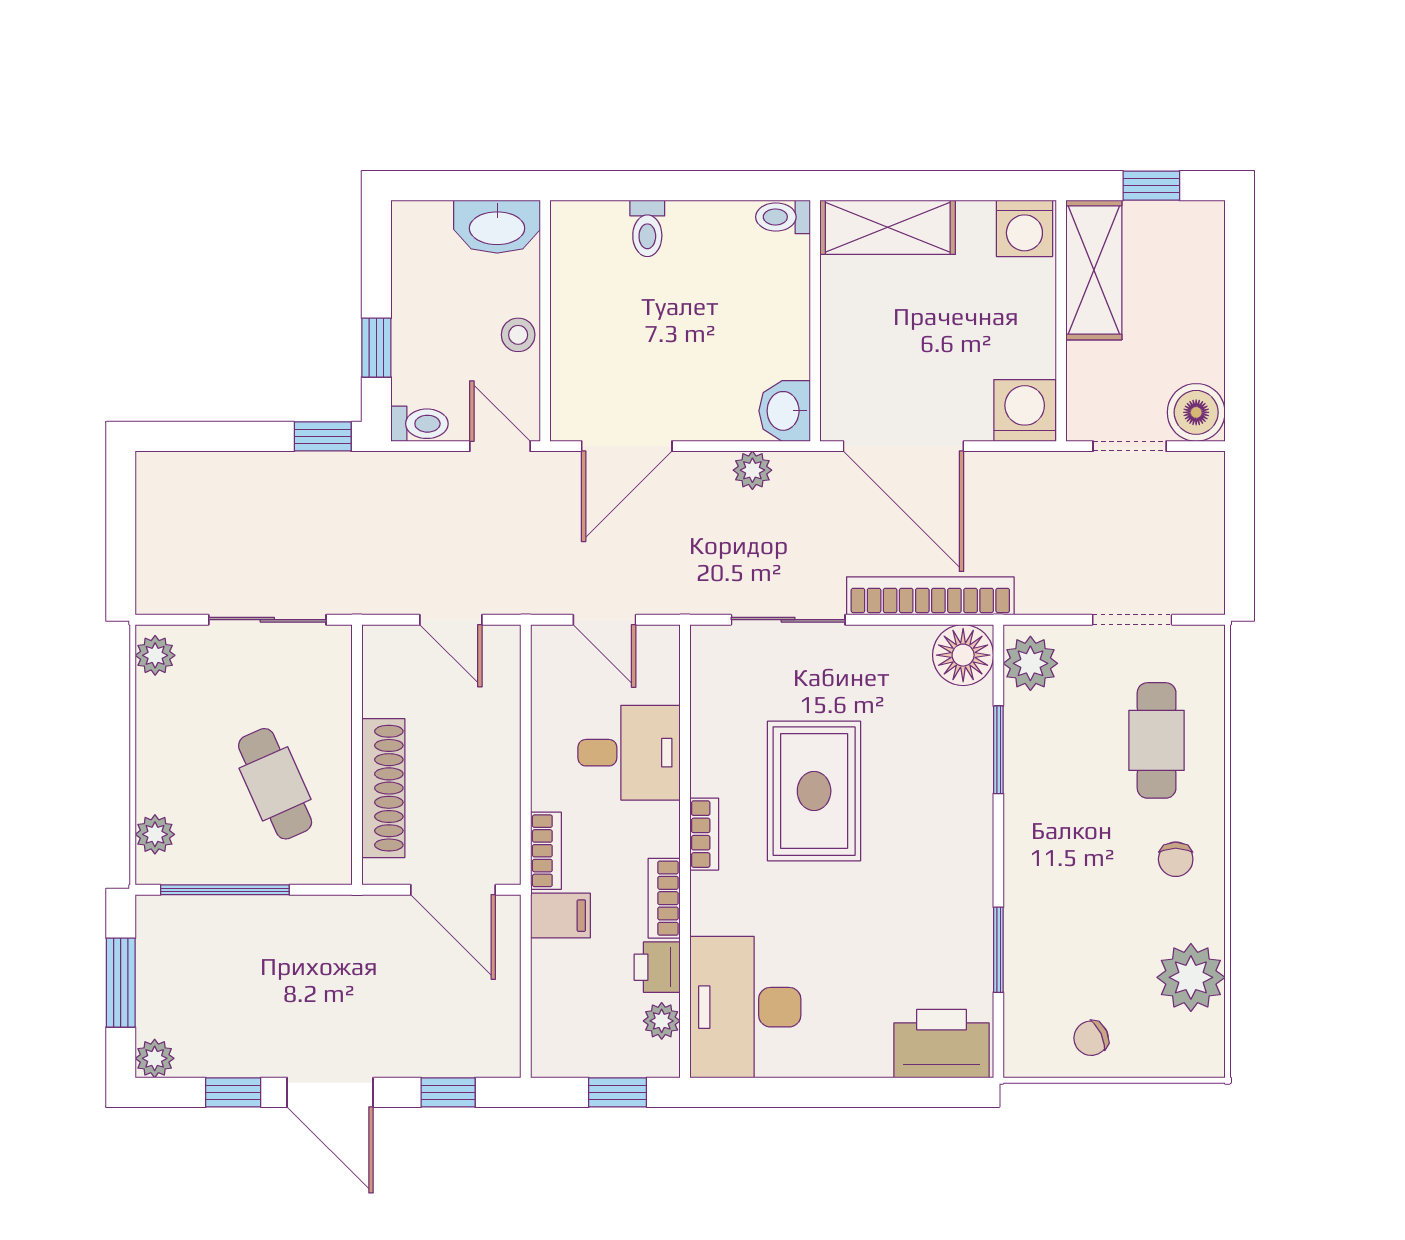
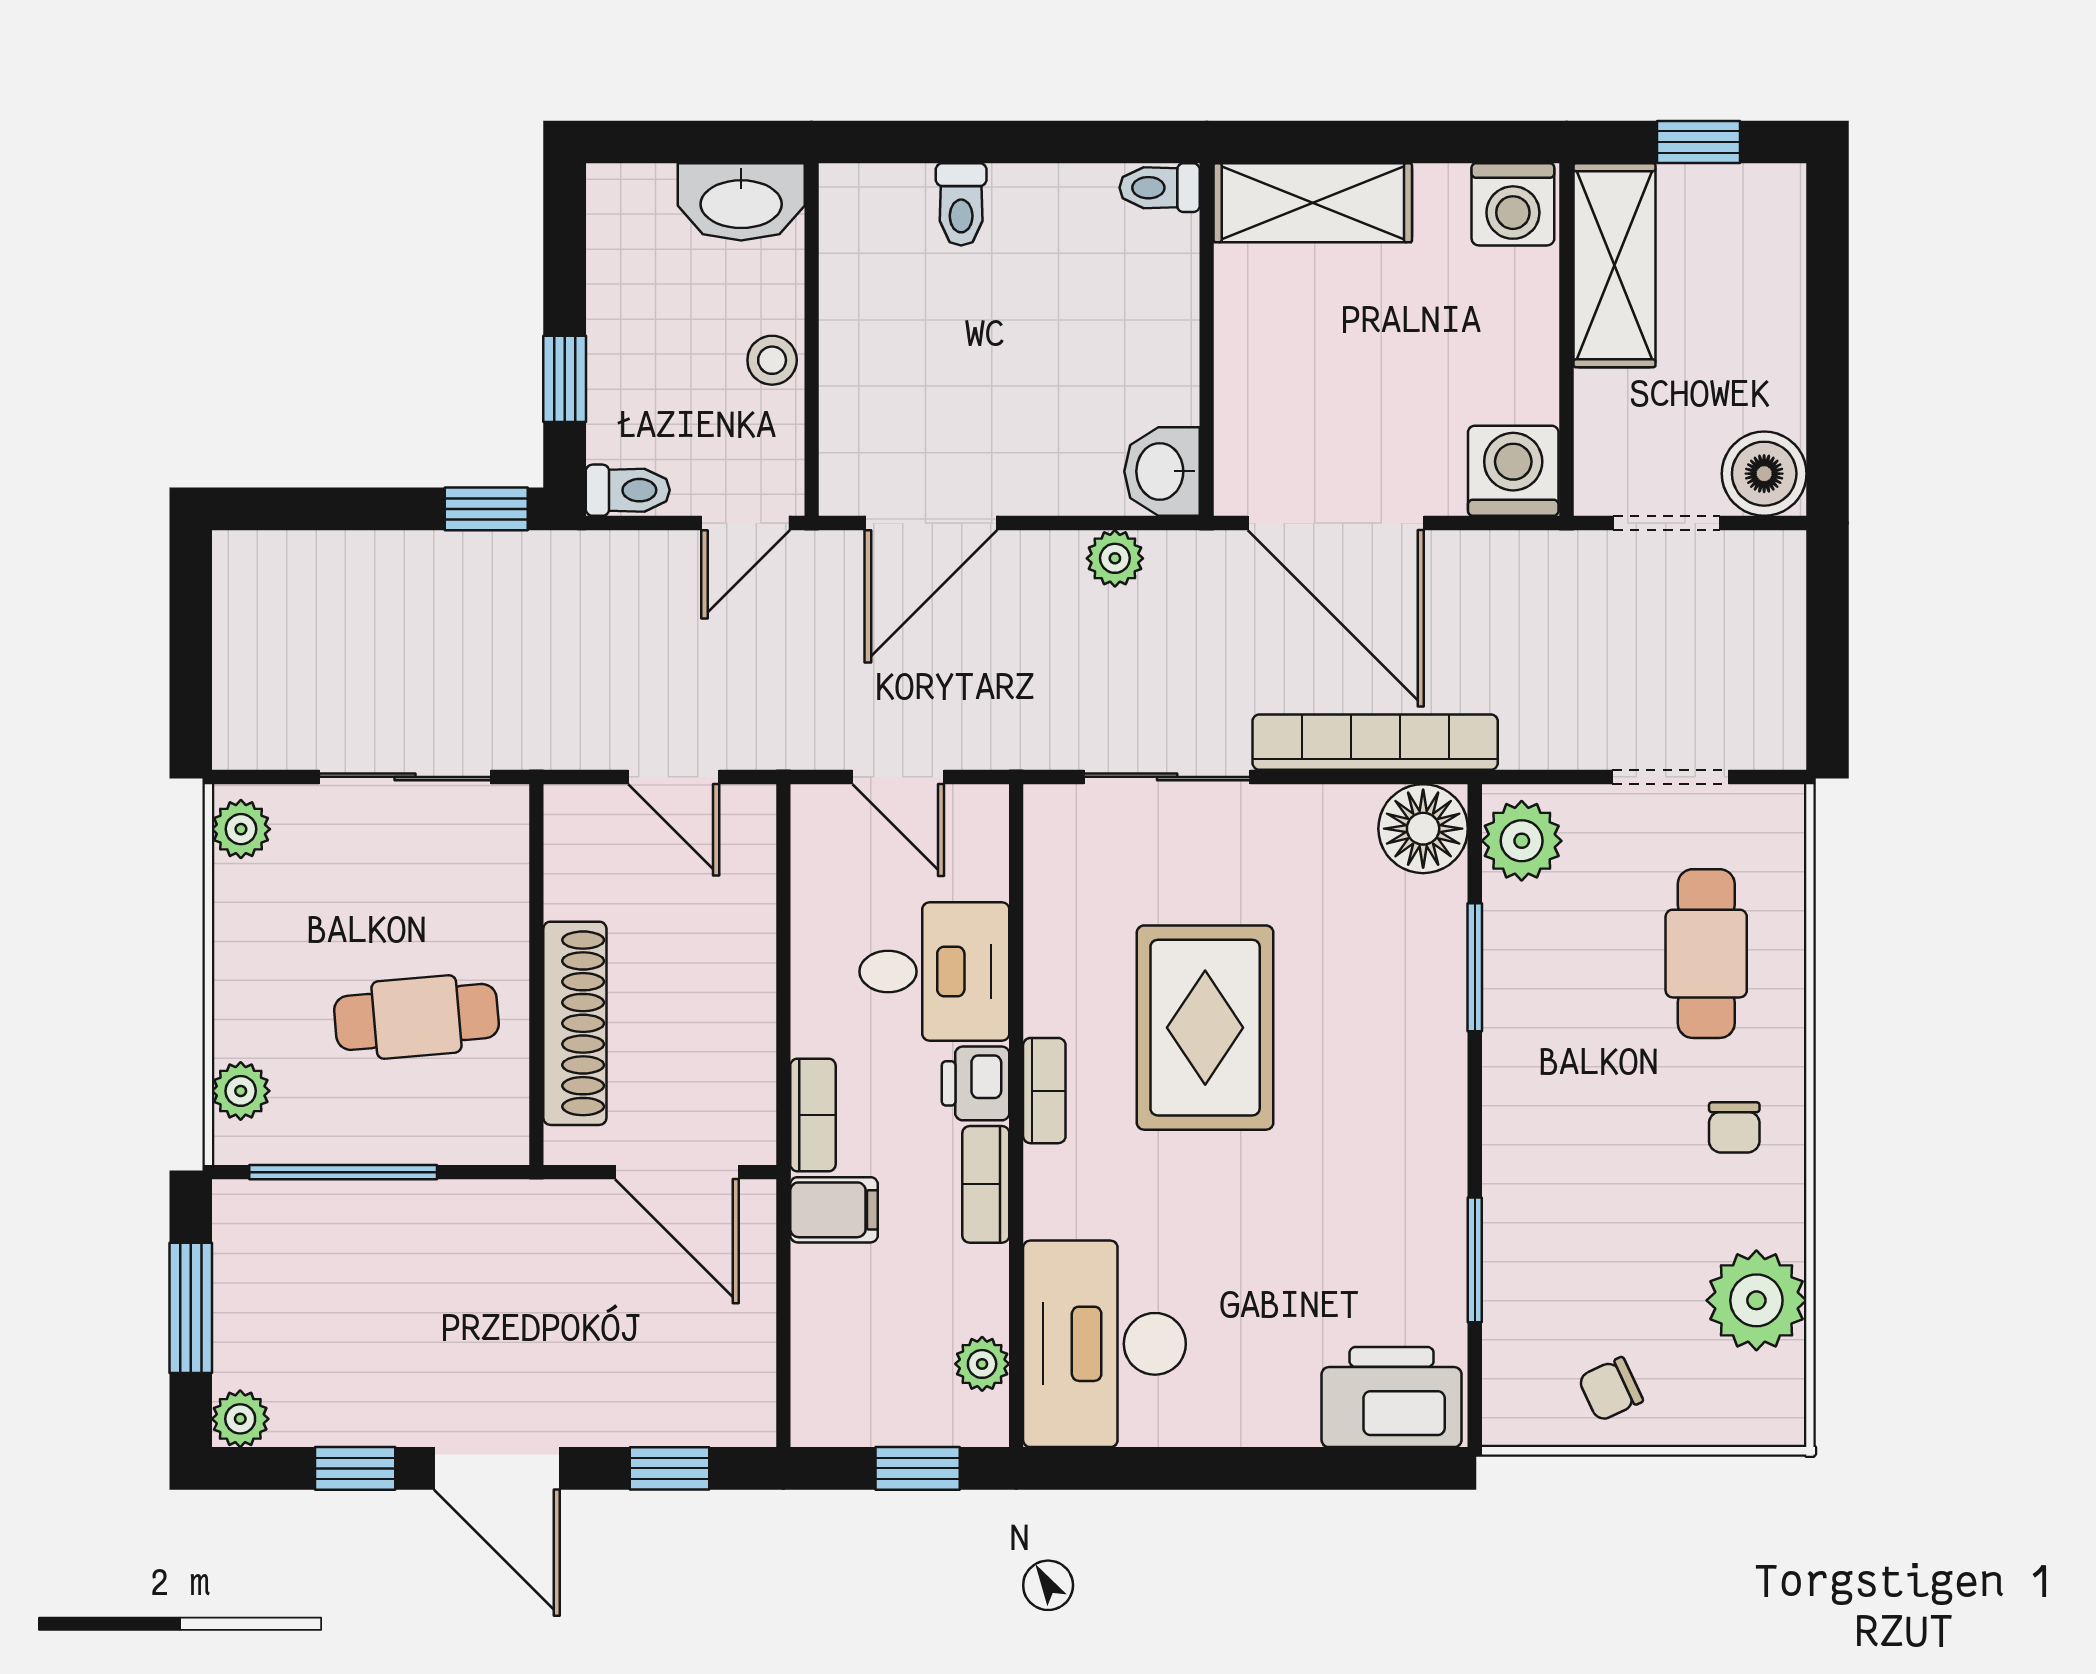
door: (500, 446) -> (746, 523), swing flipped
cafe table: (275, 784) -> (416, 1017), turned -71
printer: (657, 967) -> (976, 1083), moved

